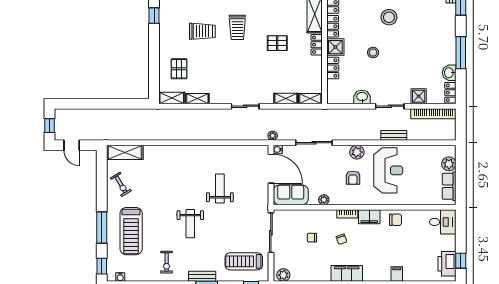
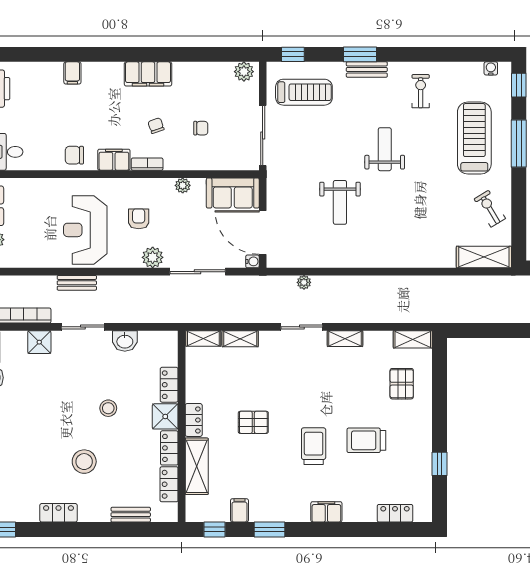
shelving: (197, 99) -> (345, 339), moved
plant: (273, 136) -> (304, 282), moved
plant: (357, 152) -> (153, 257), moved

